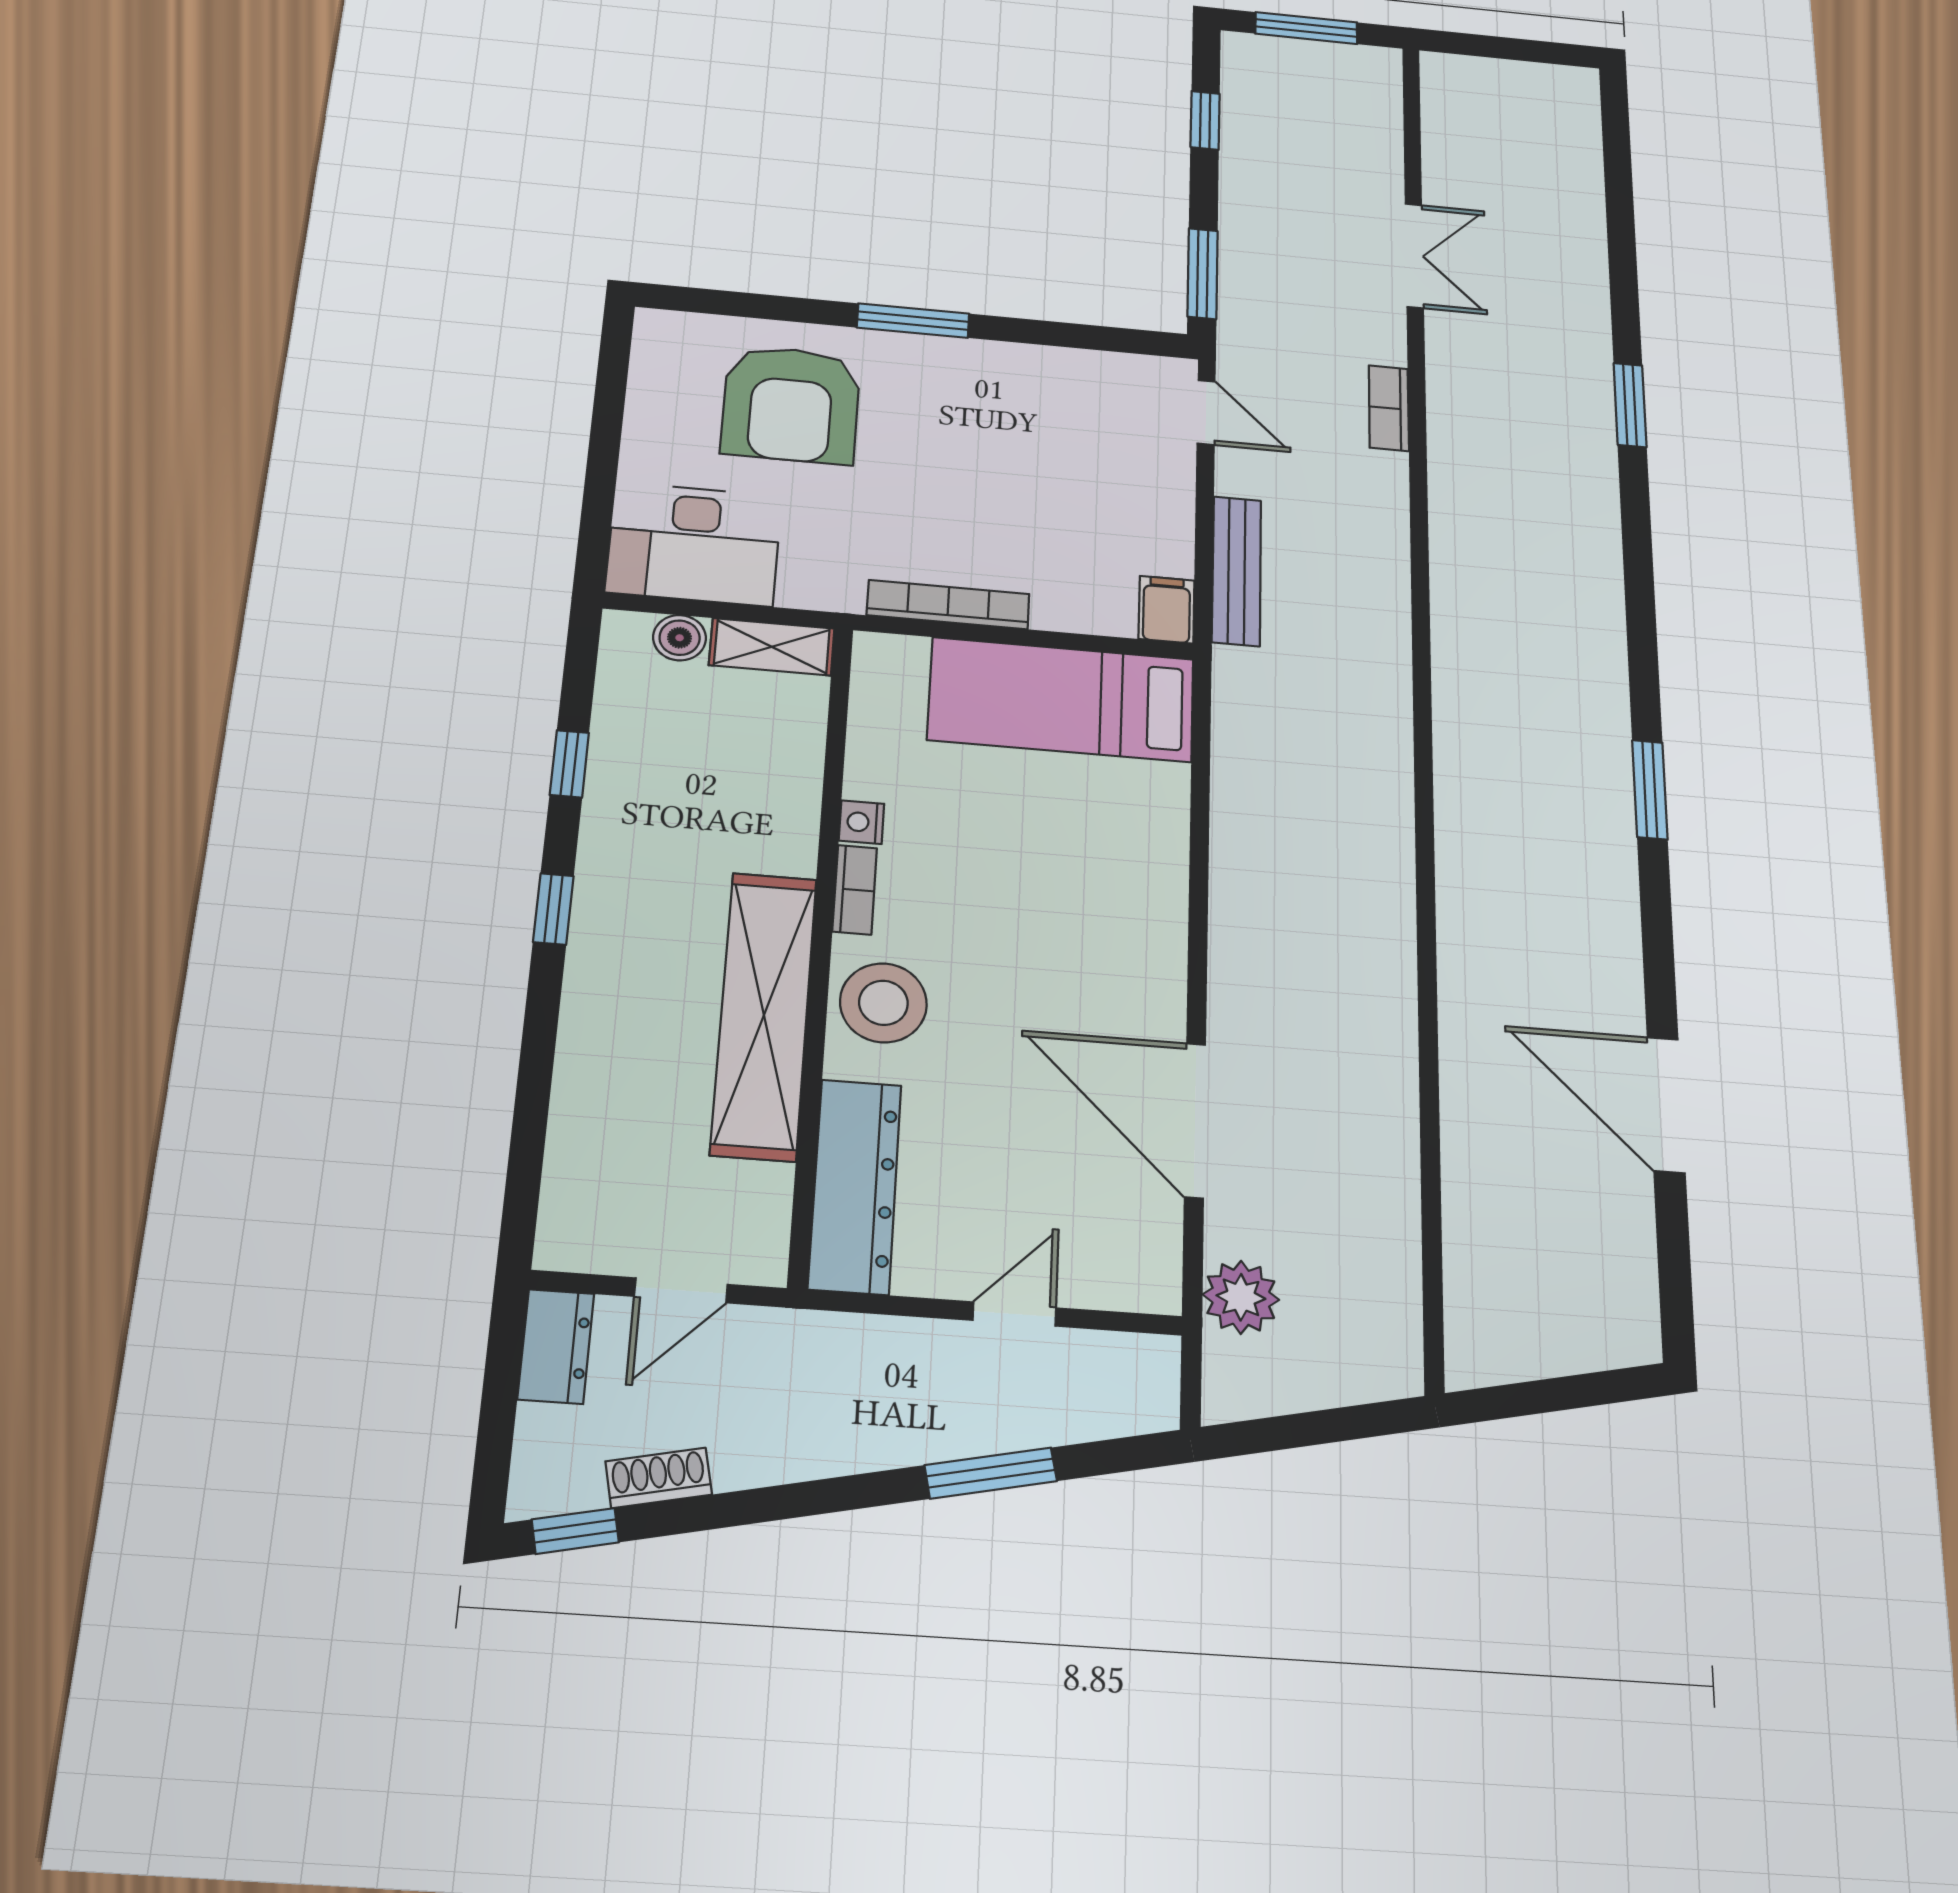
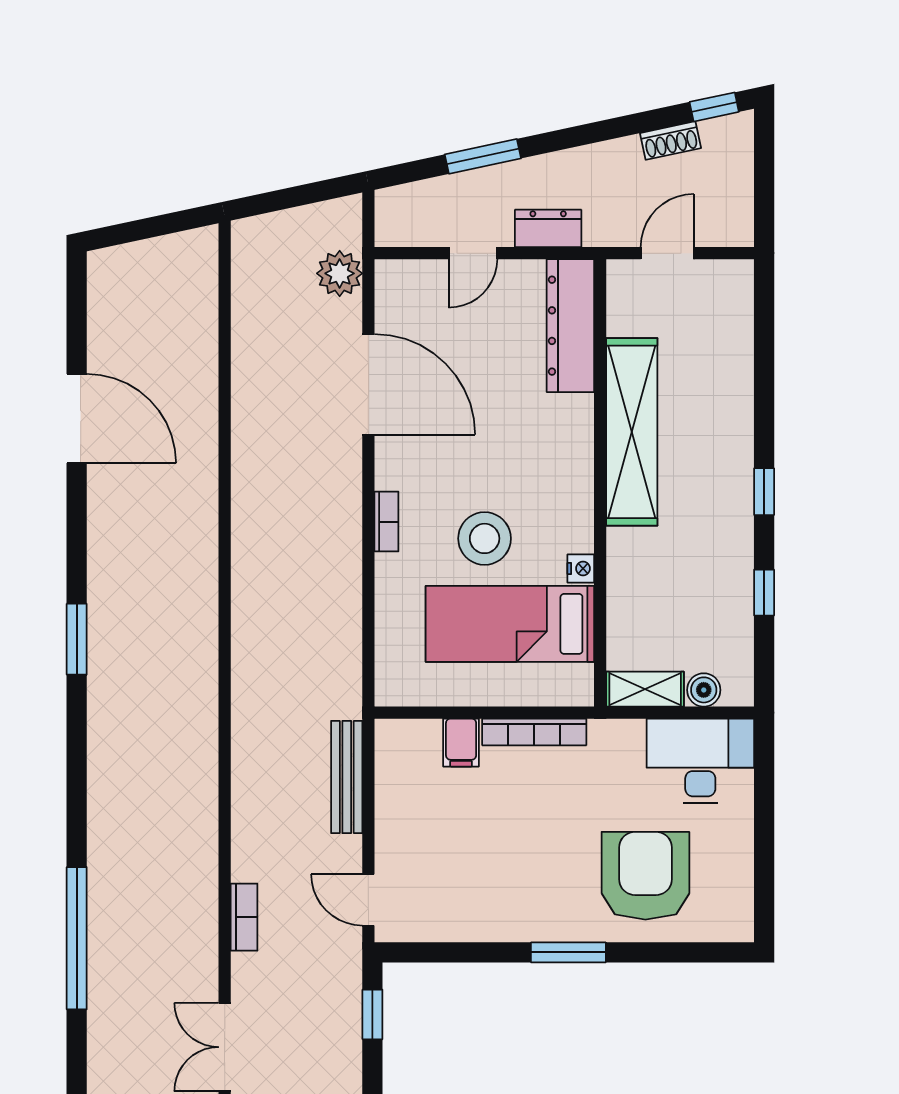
window: (1203, 273) -> (372, 1014), width x0.67
window: (1630, 405) -> (77, 938), width x2.11
filing cabinet: (1166, 610) -> (461, 743), moved
bed: (1061, 699) -> (510, 624), moved, turned 180
bookcase: (855, 890) -> (386, 522), moved, turned 180
stool: (883, 1003) -> (485, 538), moved
dresser: (556, 1346) -> (548, 228), moved, turned 90

